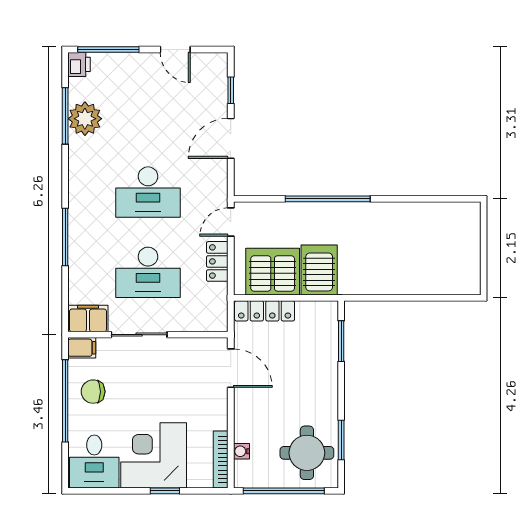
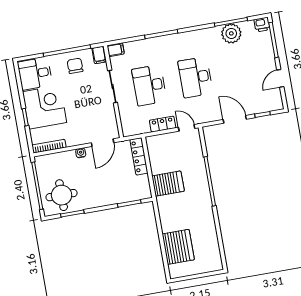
server rack: (273, 272) -> (178, 247), moved
filing cabinet: (88, 318) -> (116, 50), width x0.50
water cooler: (241, 451) -> (81, 153), moved

